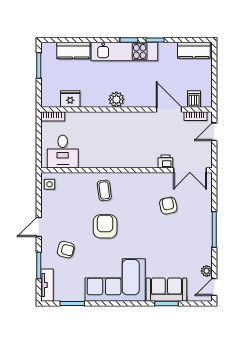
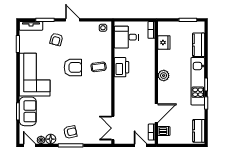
printer: (165, 162) -> (121, 67), moved, width x1.87, depth x1.48
armchair: (168, 206) -> (70, 132), moved
floor lamp: (205, 257) -> (51, 139), added

